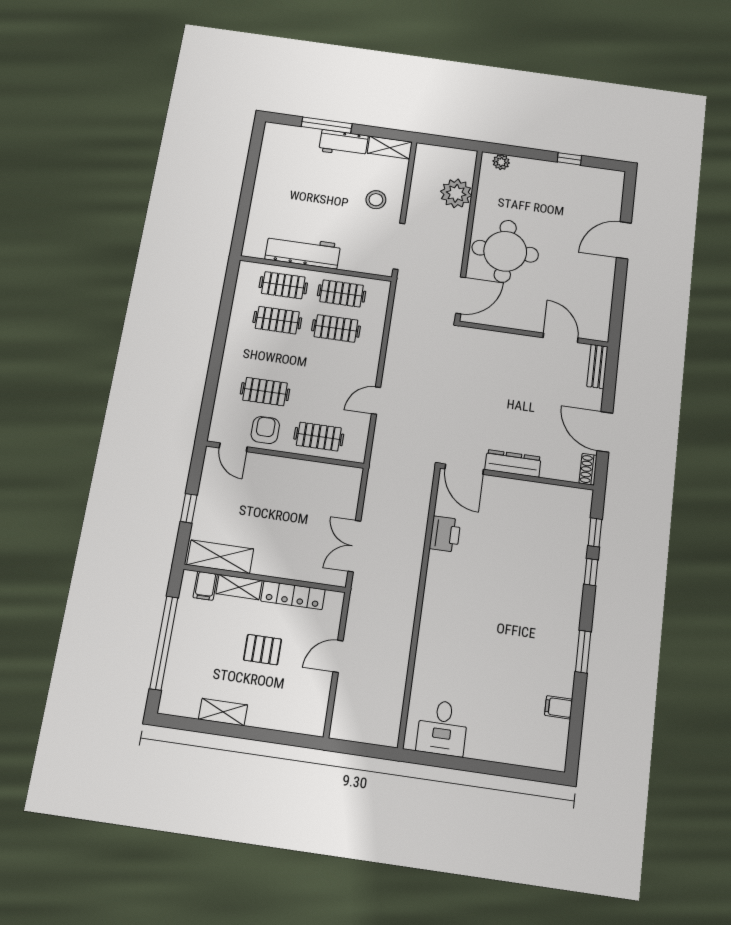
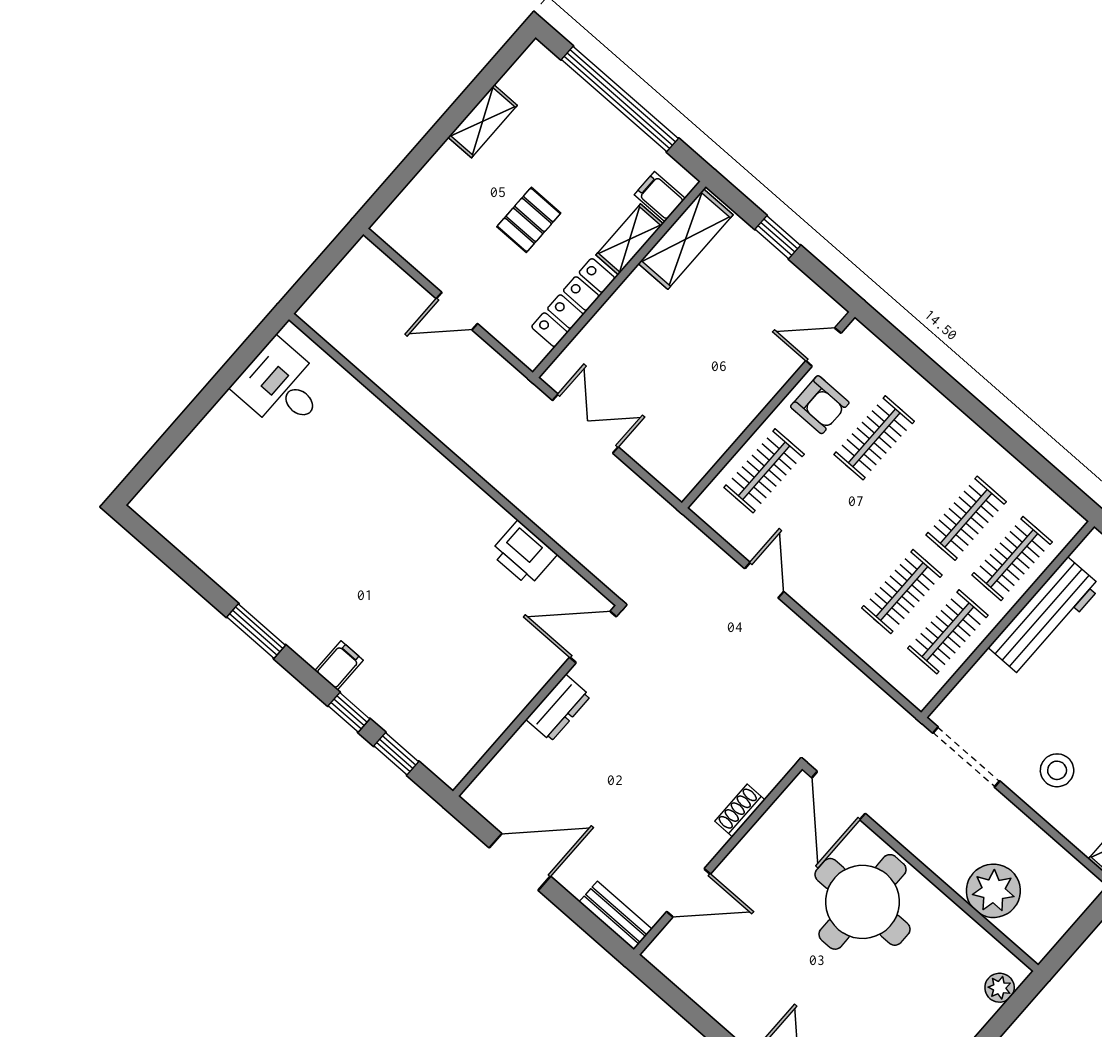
dresser: (513, 463) -> (558, 708), width x0.70
shoe rack: (588, 469) -> (740, 811), moved, turned -90
door: (338, 656) -> (457, 311), swing flipped
filing cabinet: (559, 707) -> (339, 665), moved

